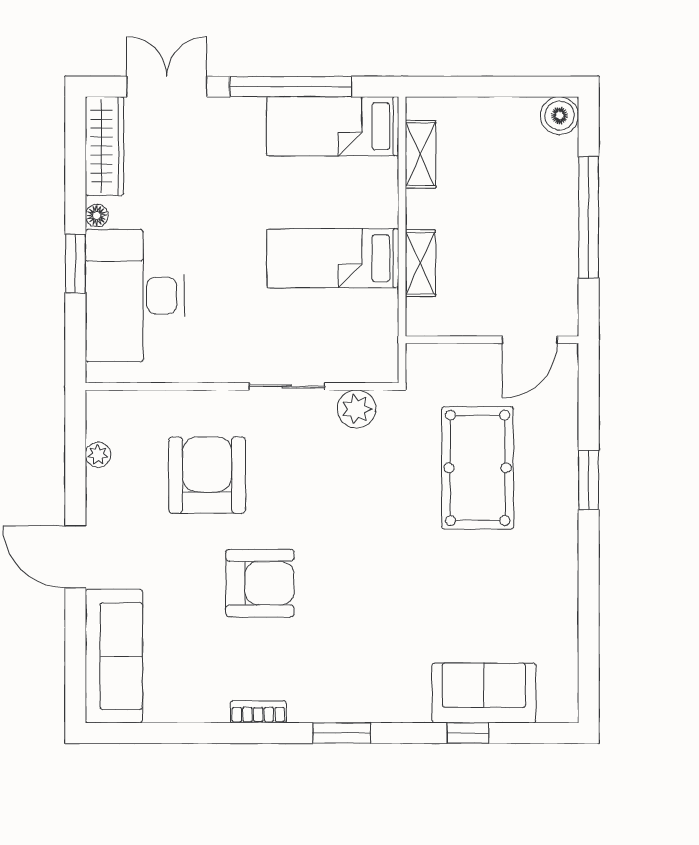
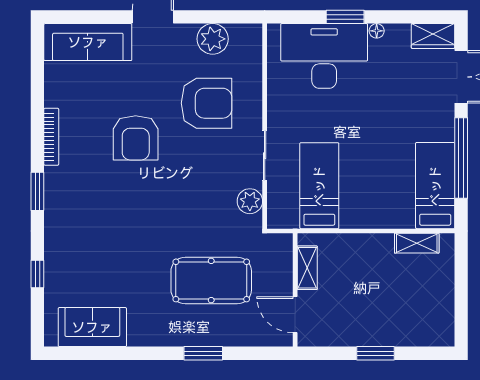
boiler: (560, 116) -> (442, 334), removed
wardrobe: (105, 146) -> (433, 36), width x0.67
window: (589, 217) -> (376, 353), width x0.47
bed: (333, 258) -> (319, 186), moved
shelving: (420, 263) -> (307, 268), moved, turned 90
plant: (98, 455) -> (213, 39), width x1.87, depth x1.87
sofa: (484, 693) -> (92, 327), moved, turned -90
bookcase: (258, 712) -> (51, 137), width x1.56

